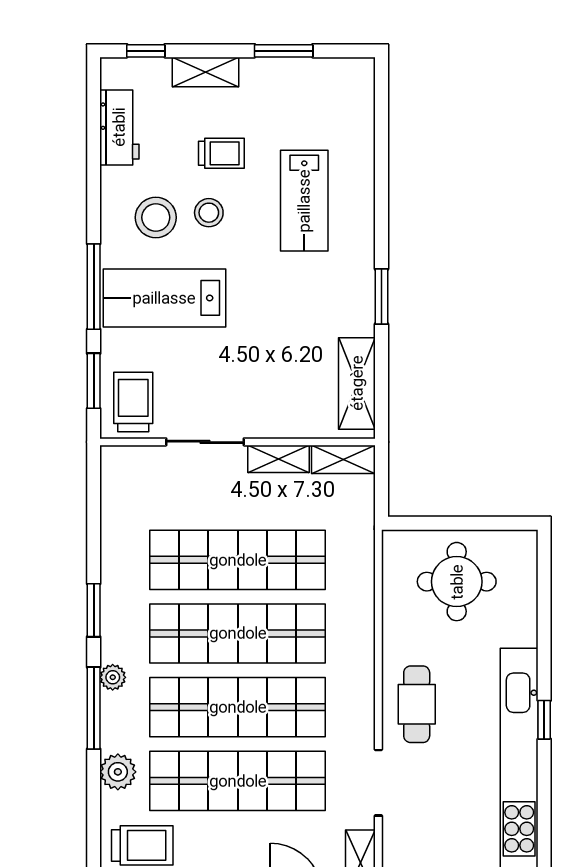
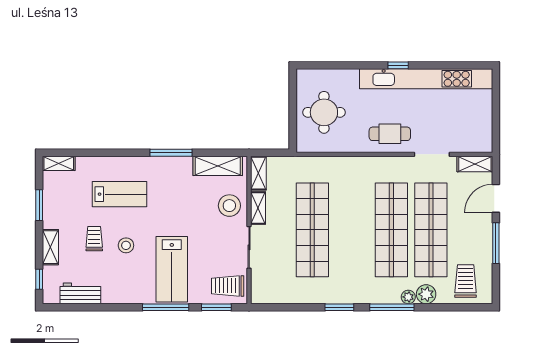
shelving: (362, 87) -> (59, 163), added
stool: (156, 217) -> (229, 206), moved
window: (382, 297) -> (171, 153), width x1.44
shop shelf: (238, 633) -> (352, 230), removed
plant: (113, 677) -> (408, 297), moved

